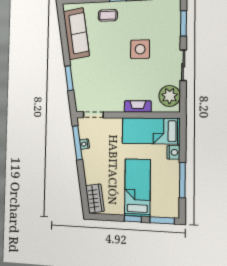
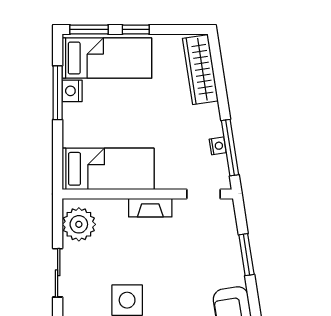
fireplace: (138, 106) -> (150, 208), moved
nightstand: (173, 152) -> (72, 91), moved
bed: (137, 188) -> (107, 58), moved, turned -90
wardrobe: (95, 198) -> (200, 70), width x1.50

